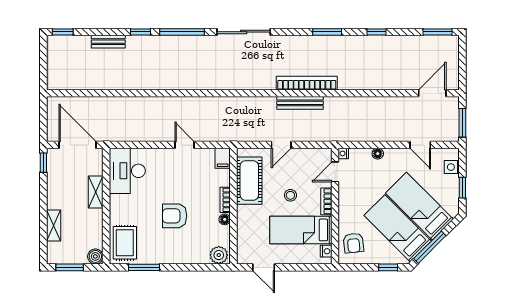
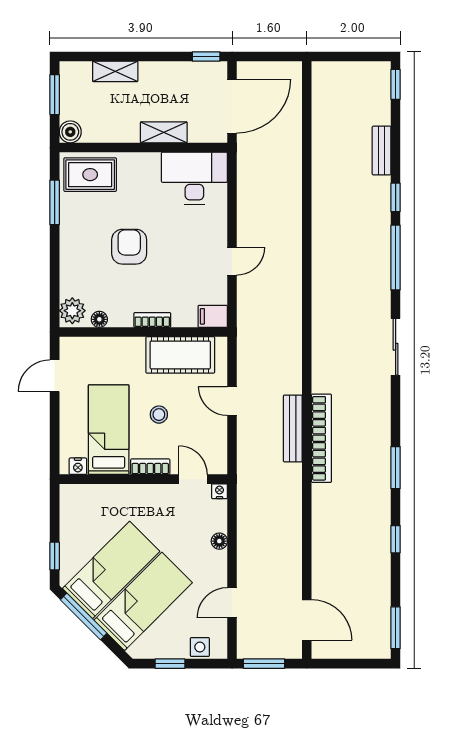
sliding door: (244, 32) -> (396, 347), width x0.73
floor lamp: (225, 219) -> (99, 319), moved
armchair: (353, 243) -> (90, 506), removed

